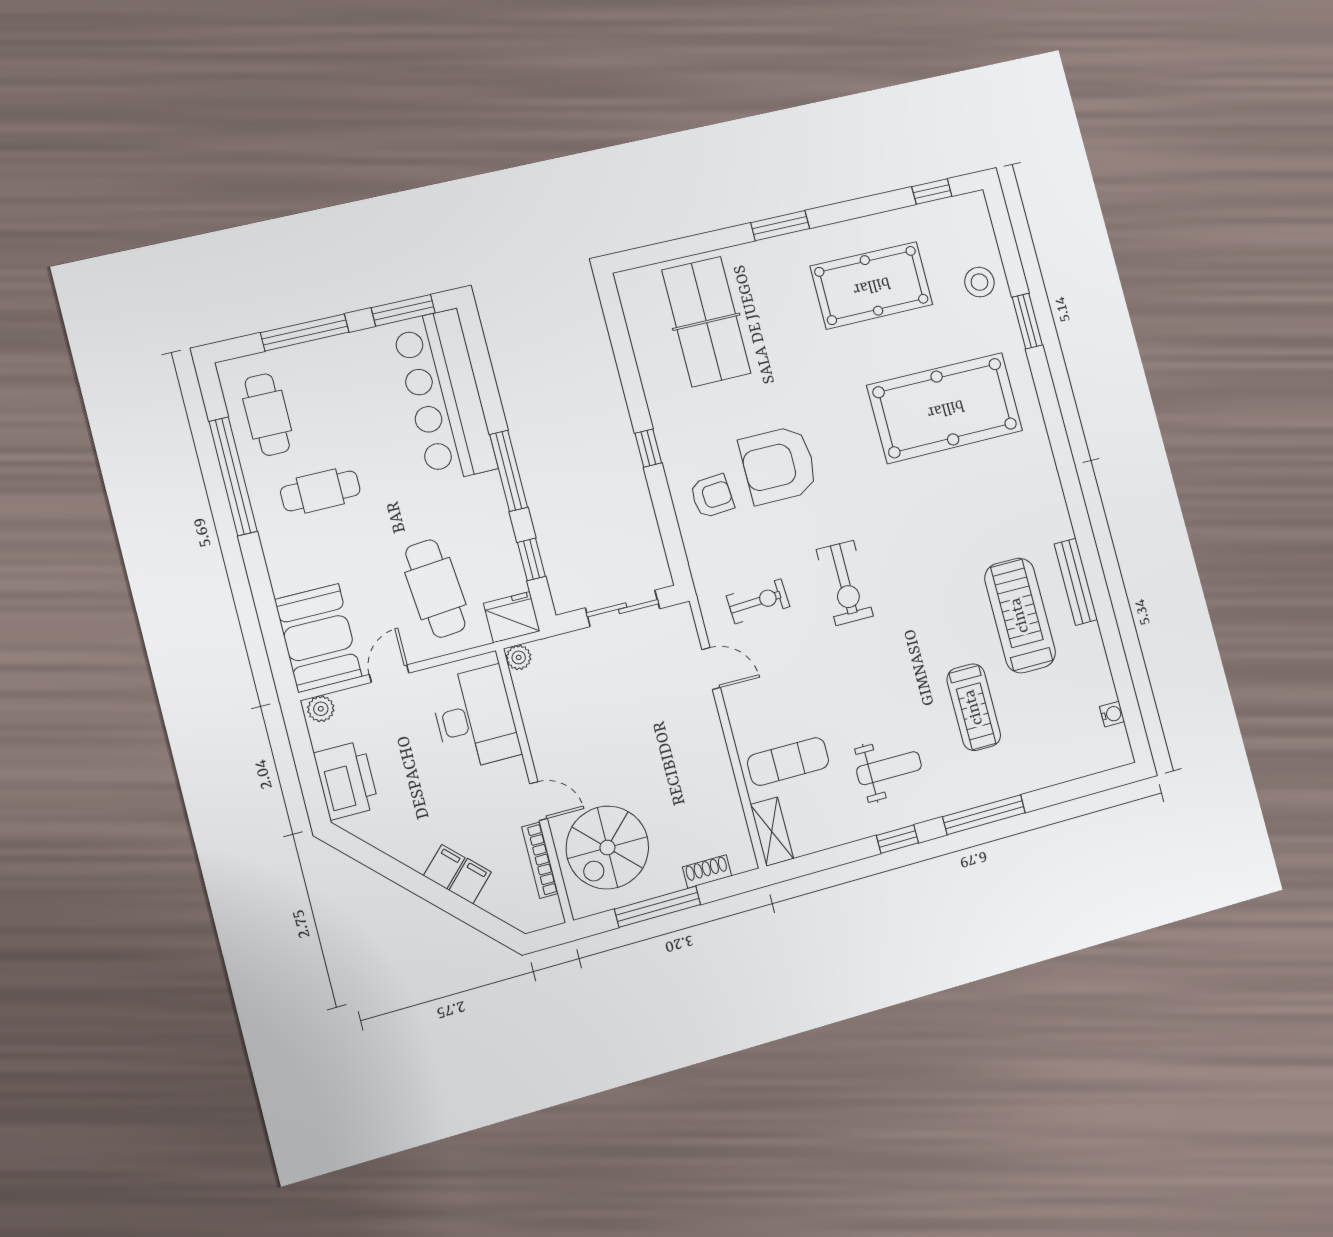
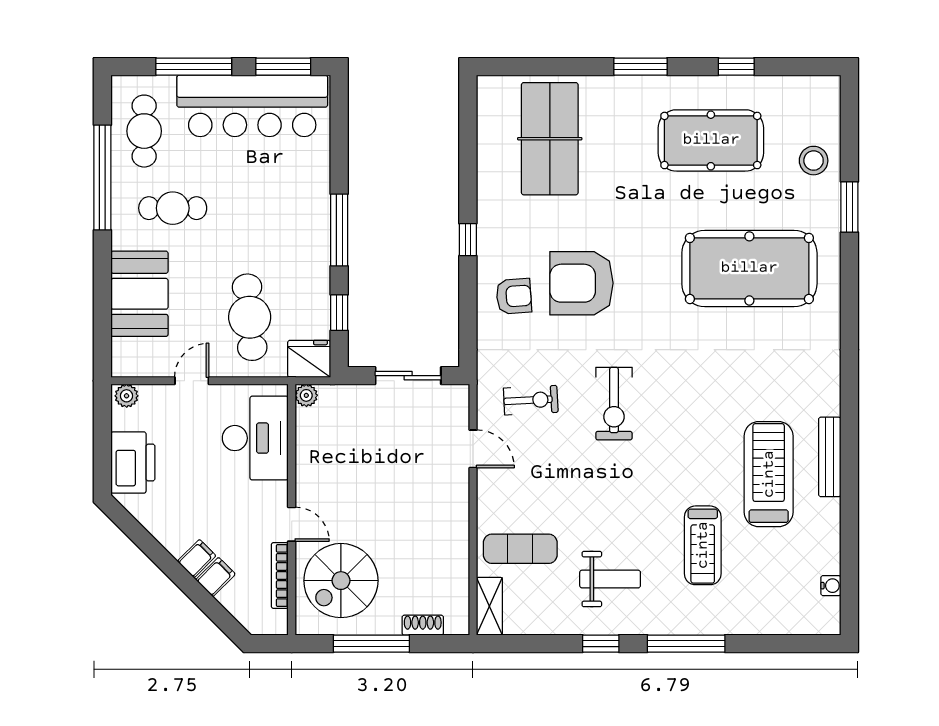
window: (932, 191) -> (736, 67), moved
bar counter: (444, 396) -> (252, 106), moved, turned -90
booth: (318, 638) -> (139, 294), moved

